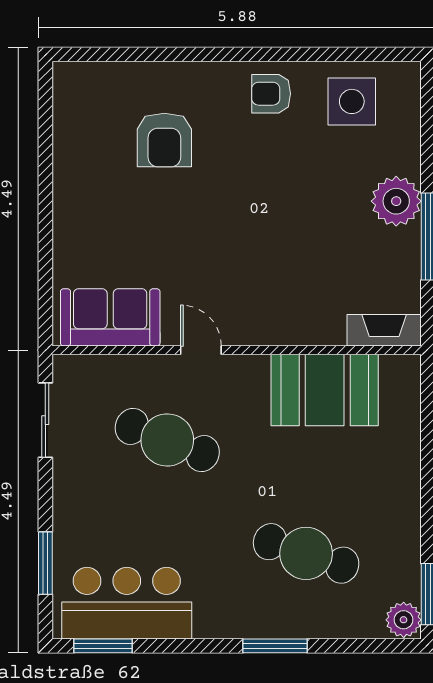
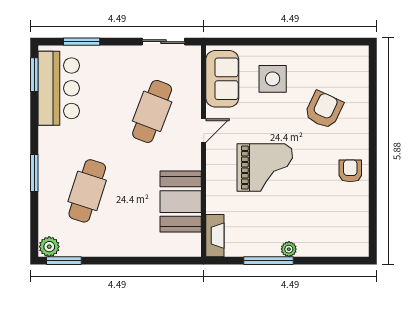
side table: (352, 101) -> (273, 79), moved
armchair: (164, 140) -> (324, 110), turned 115
plant: (396, 201) -> (289, 249), width x0.53, depth x0.53
grand piano: (265, 243) -> (265, 167), added

